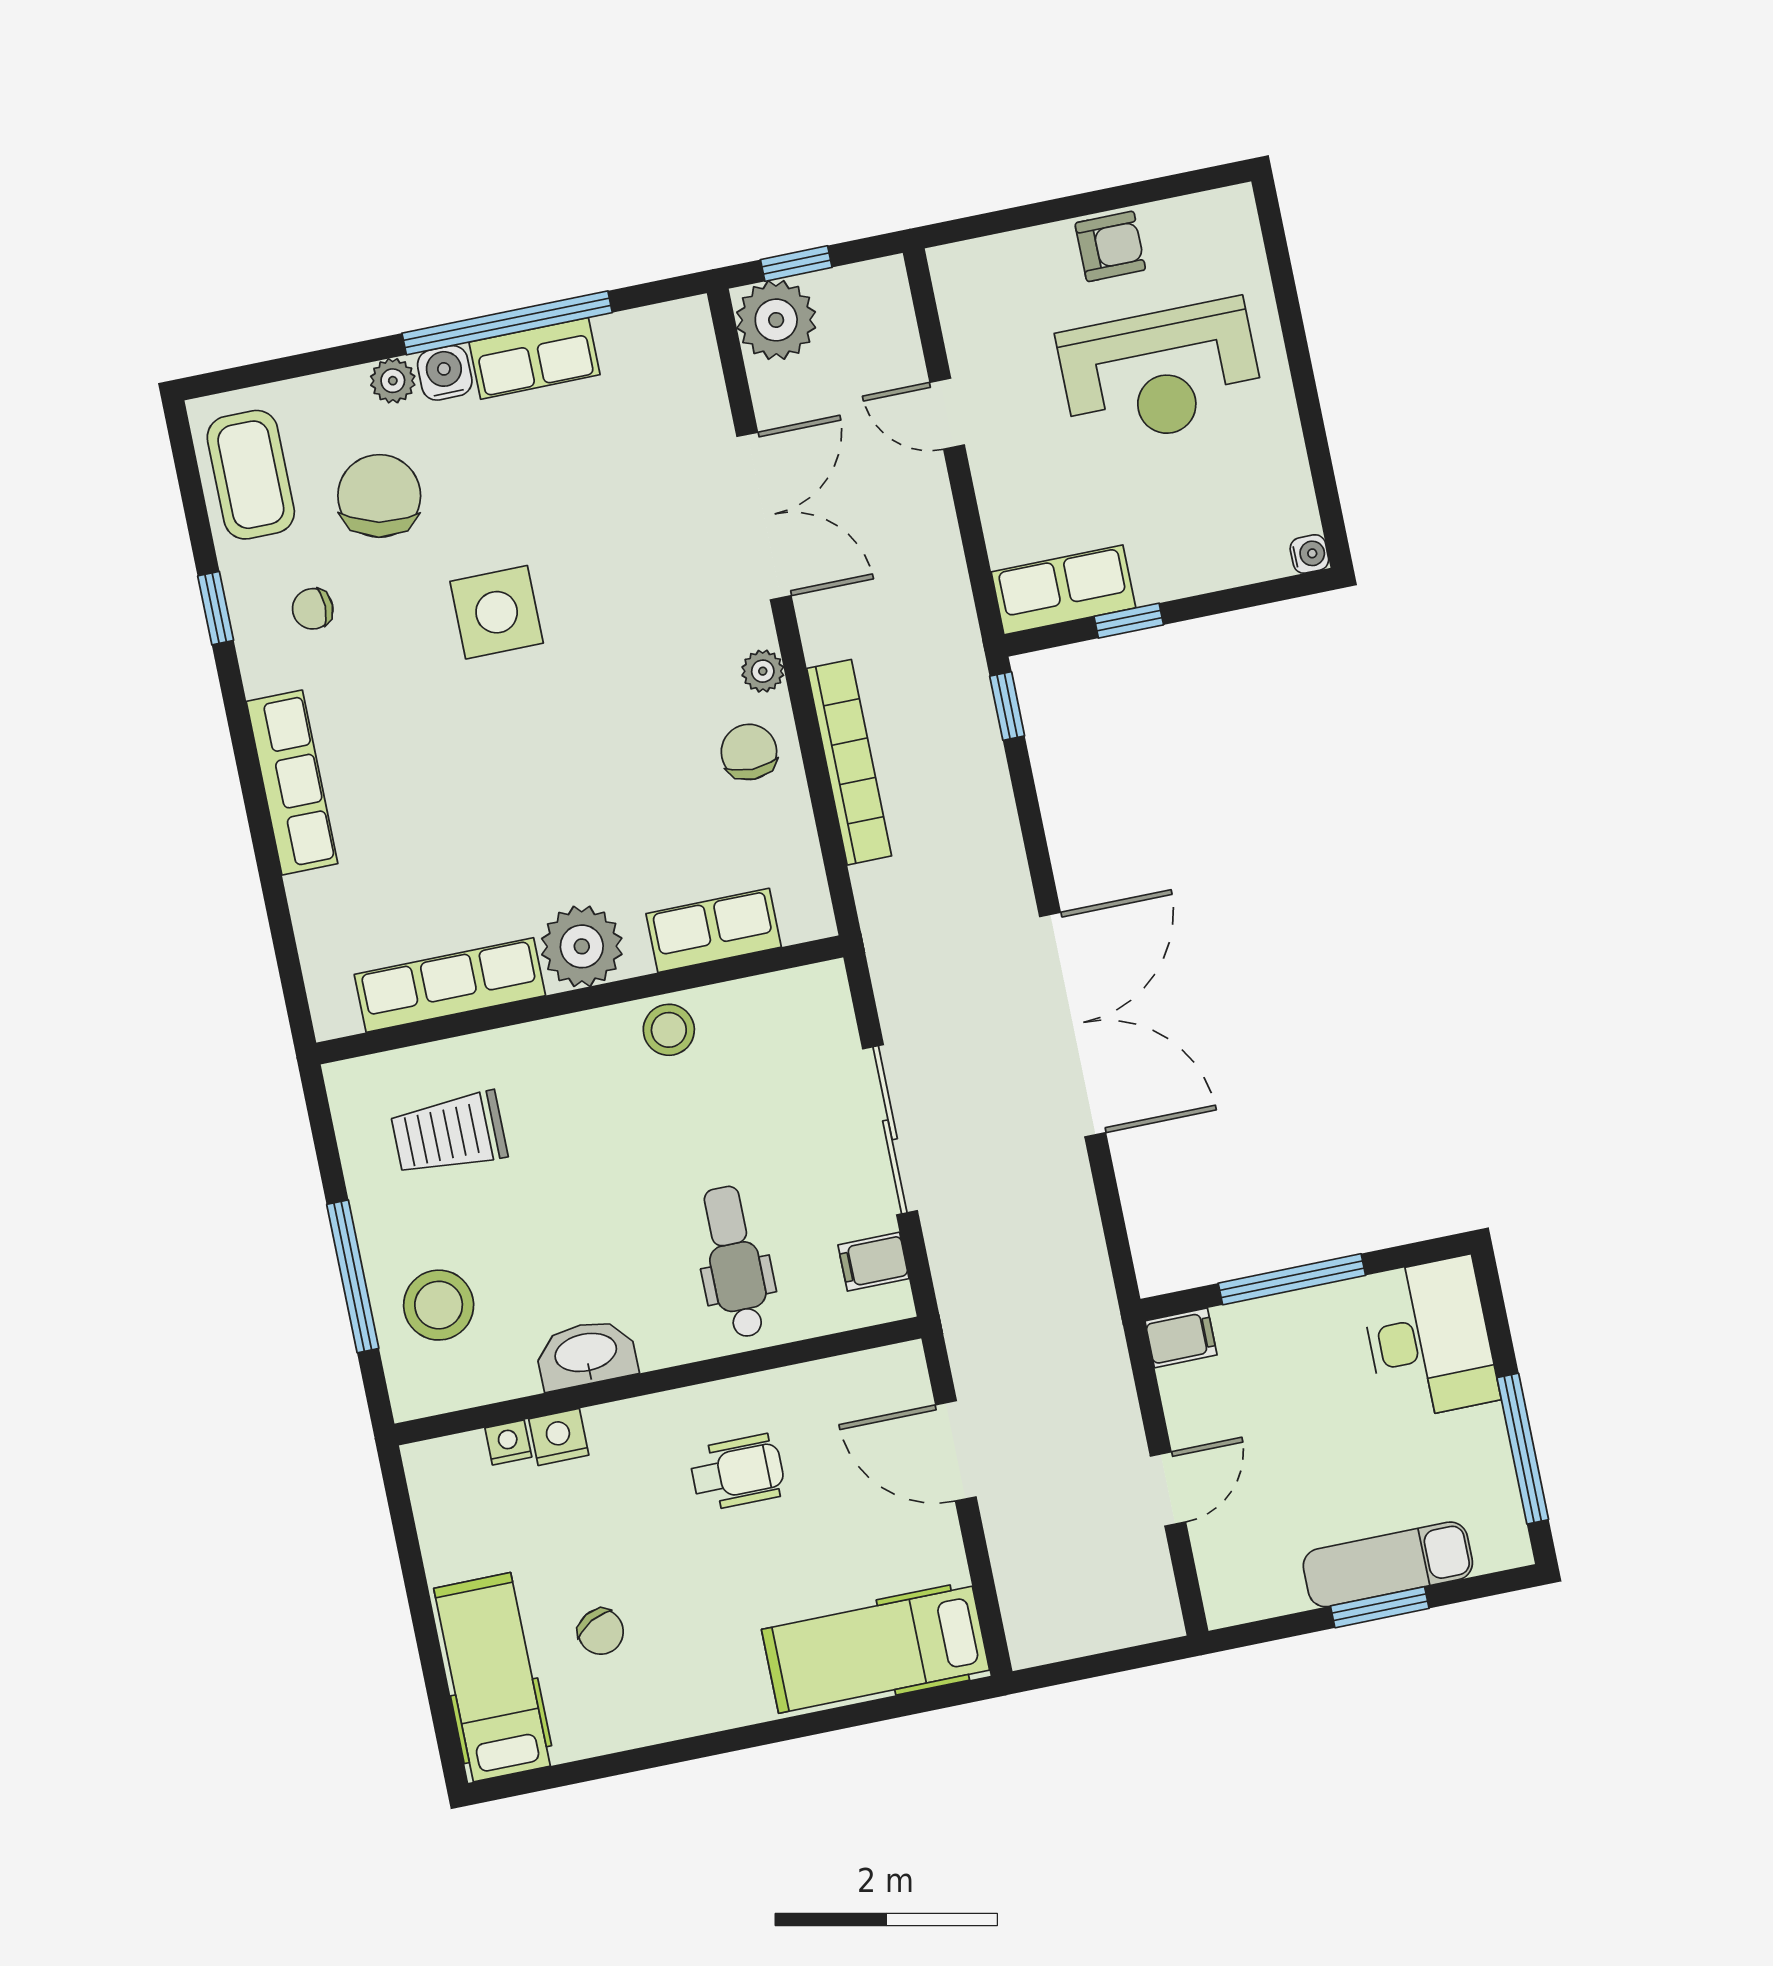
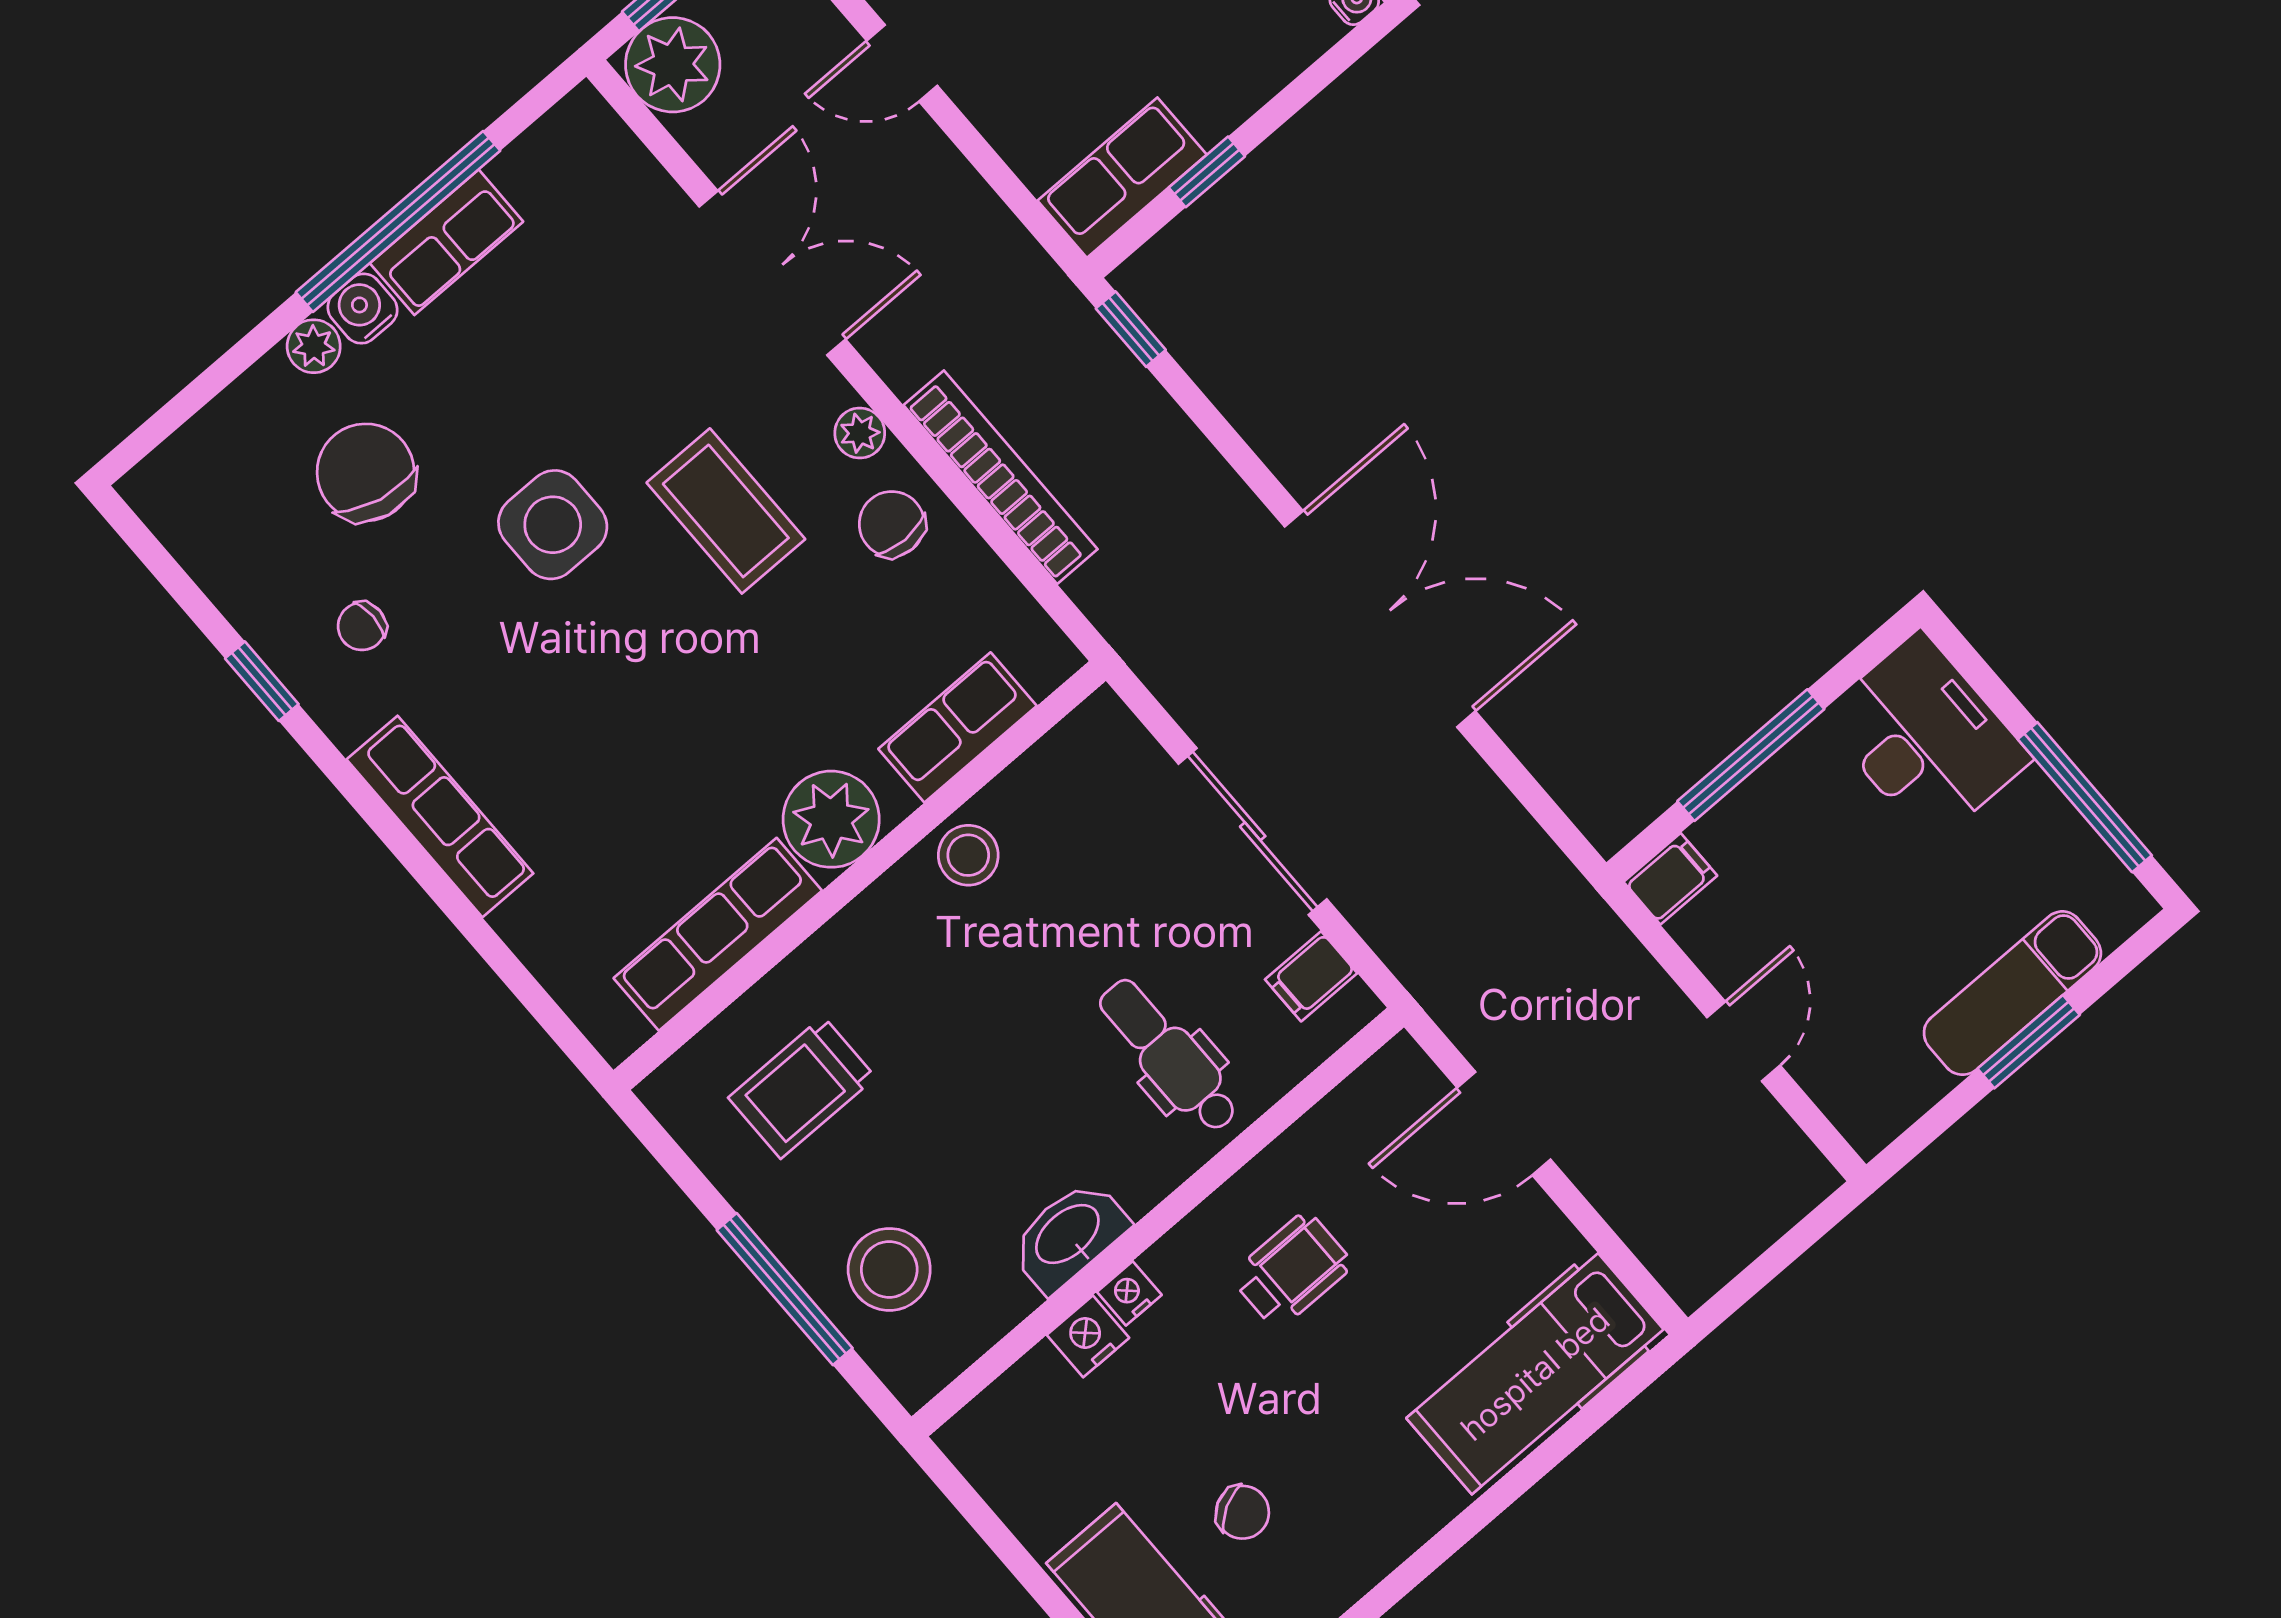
coffee table: (251, 475) -> (726, 511), moved
nightstand: (508, 1442) -> (1129, 1293), moved

